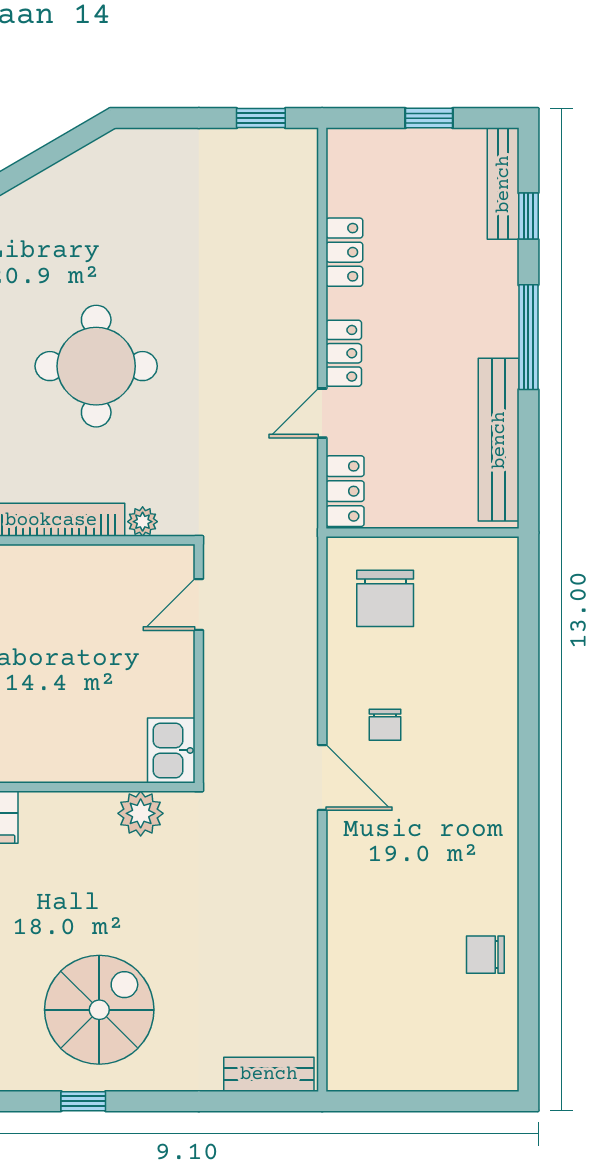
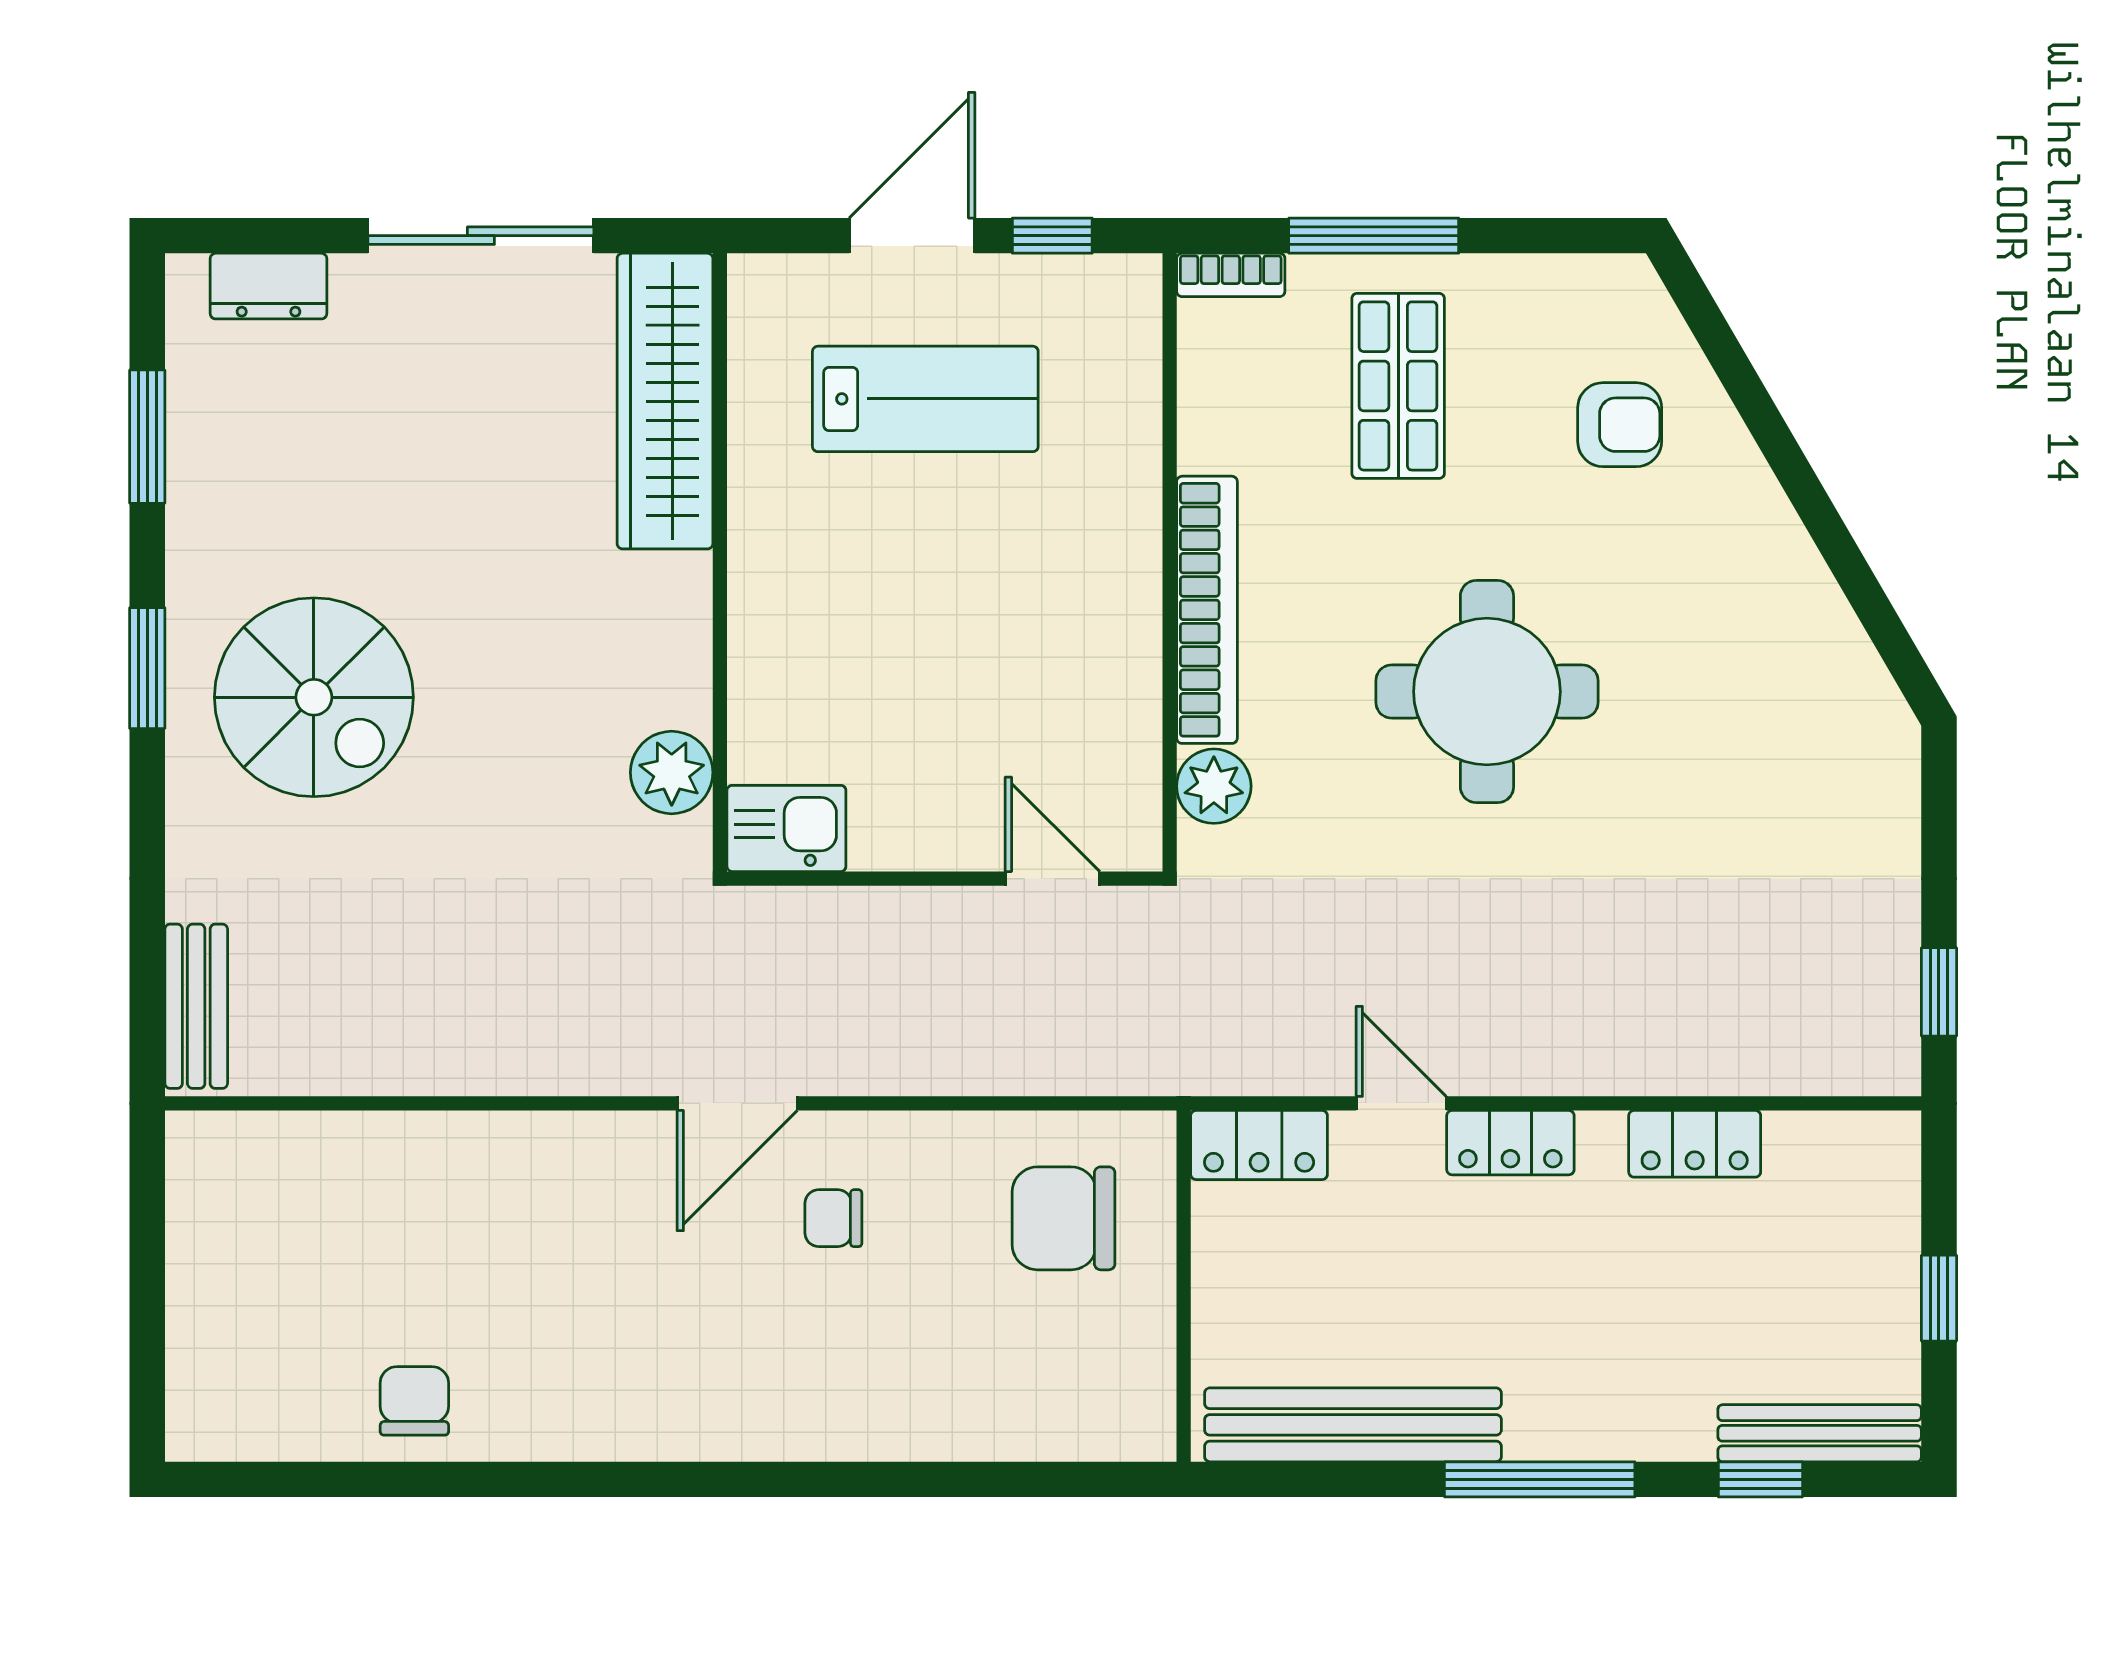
plant: (143, 522) -> (1214, 786), width x1.38, depth x1.38
window: (83, 1101) -> (147, 668), width x1.50

